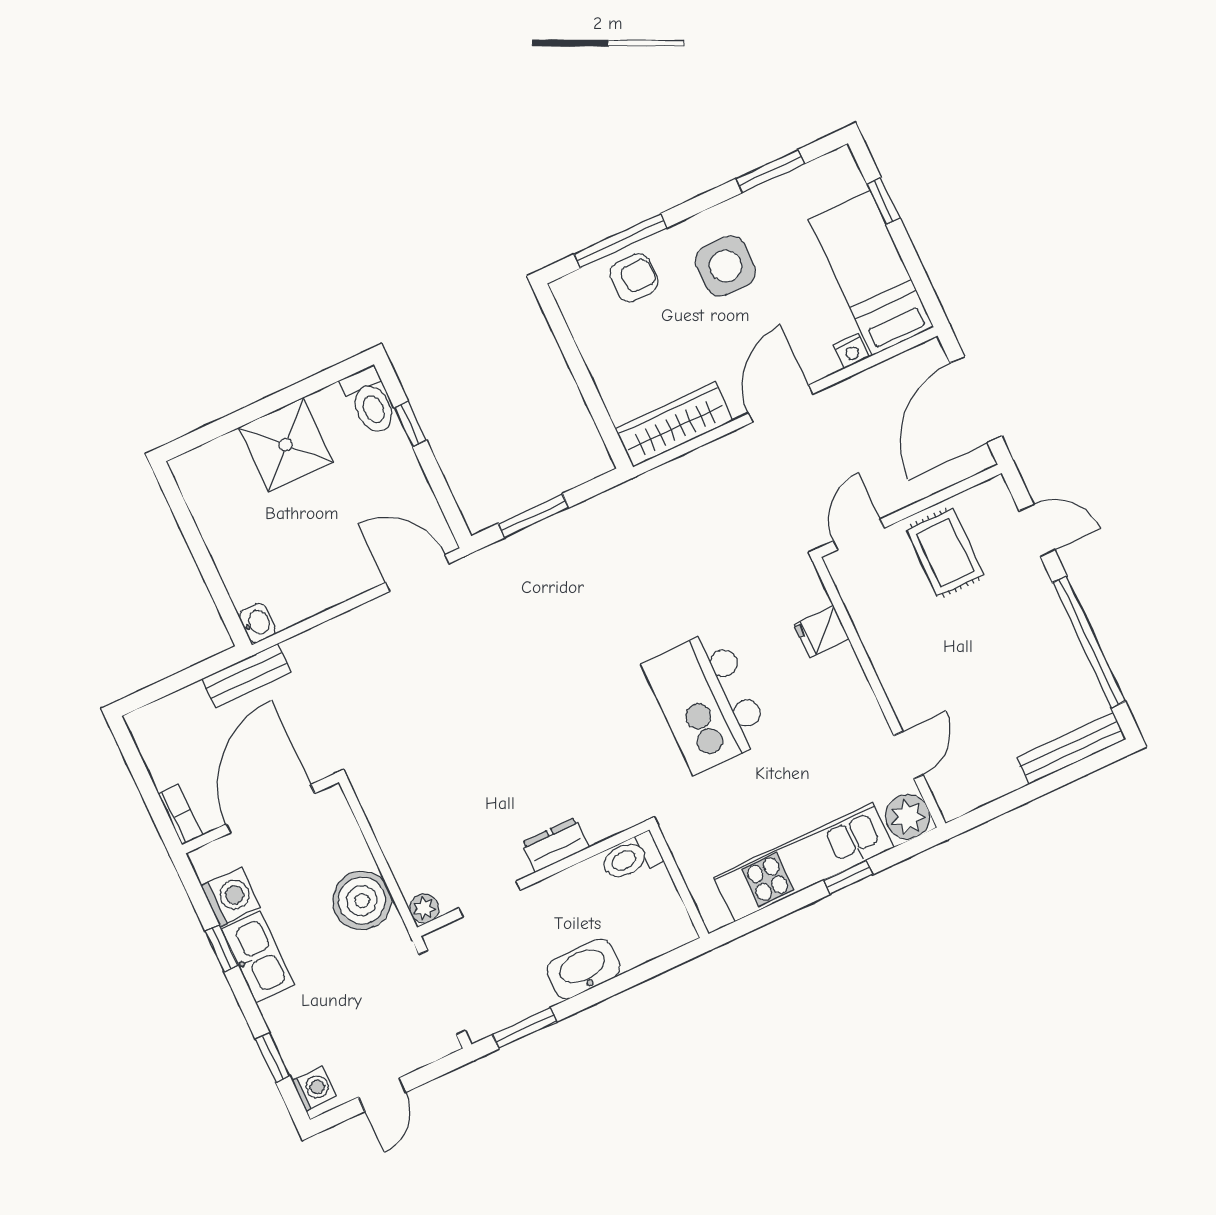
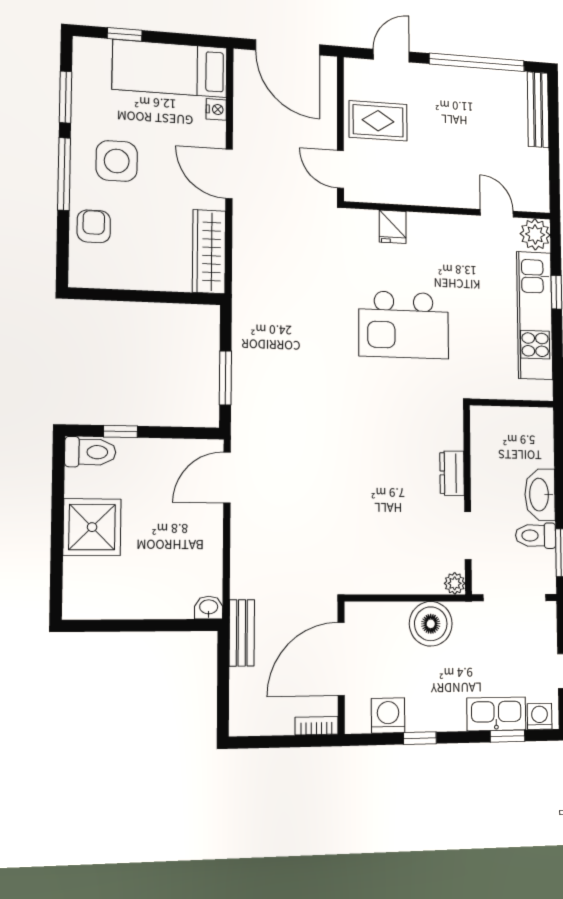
window: (620, 241) -> (64, 174), moved
door: (270, 809) -> (341, 659), hinge flipped
toilet: (631, 857) -> (536, 536), moved, turned 90
kitchen sink: (258, 957) -> (496, 714), moved

